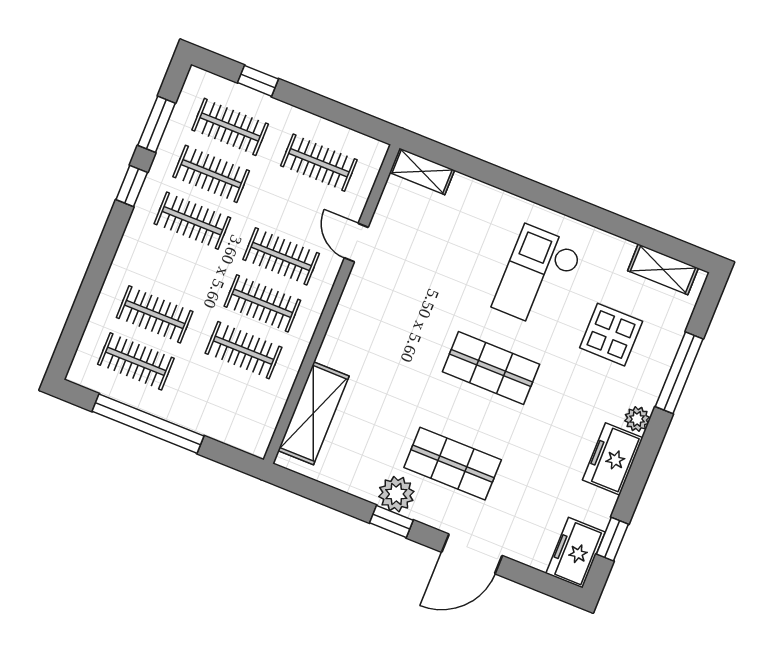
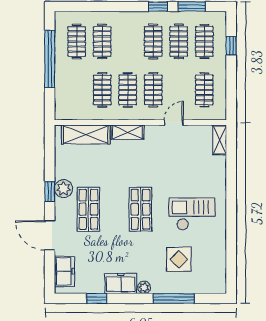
shelving: (663, 269) -> (128, 132), moved, turned 90
window: (612, 539) -> (97, 298), moved
freezer: (576, 553) -> (64, 271), moved, turned 90

